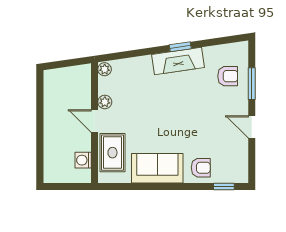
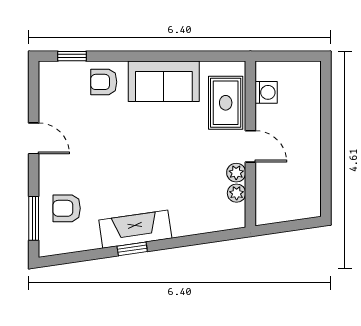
plant: (105, 69) -> (237, 193), moved
window: (252, 84) -> (34, 218), moved

